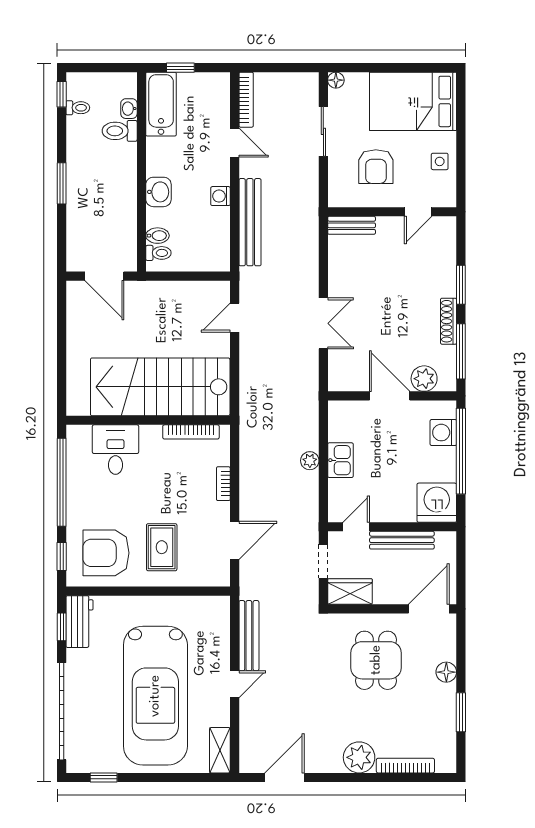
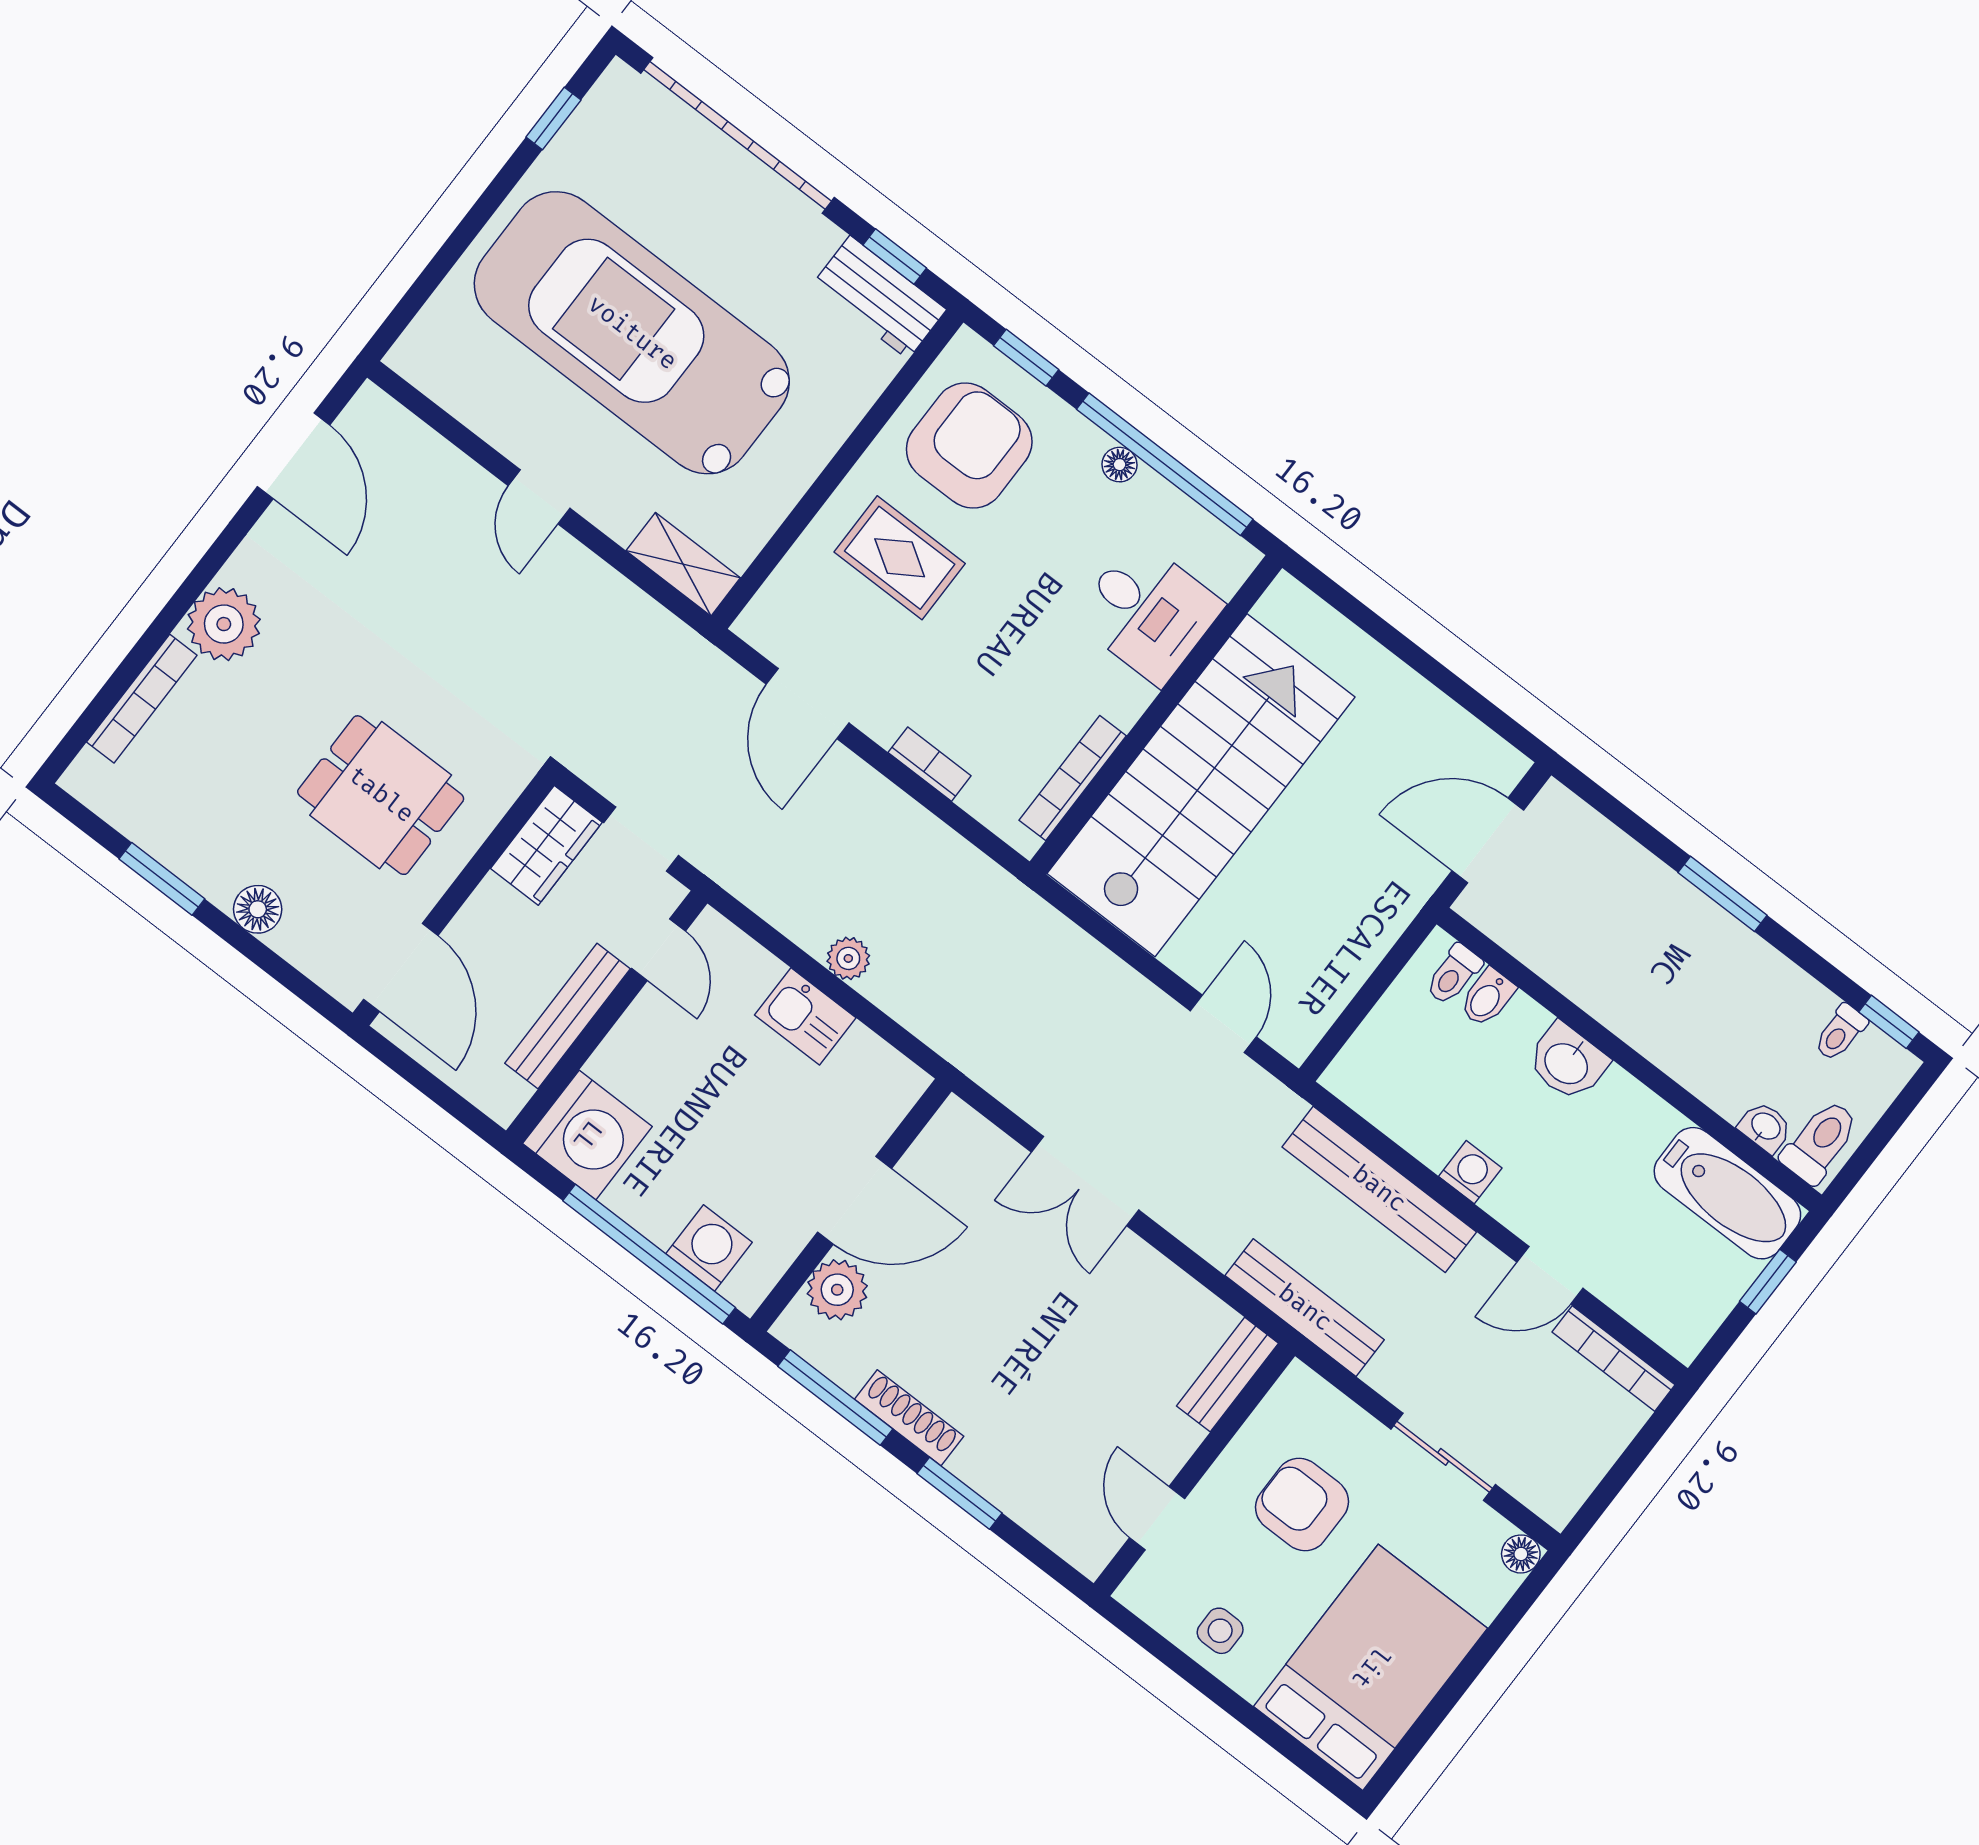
toilet: (120, 131) -> (1820, 1142), moved
floor lamp: (73, 497) -> (1120, 465), added
bench: (249, 636) -> (1305, 1308), moved
shelving: (220, 750) -> (683, 564), moved

